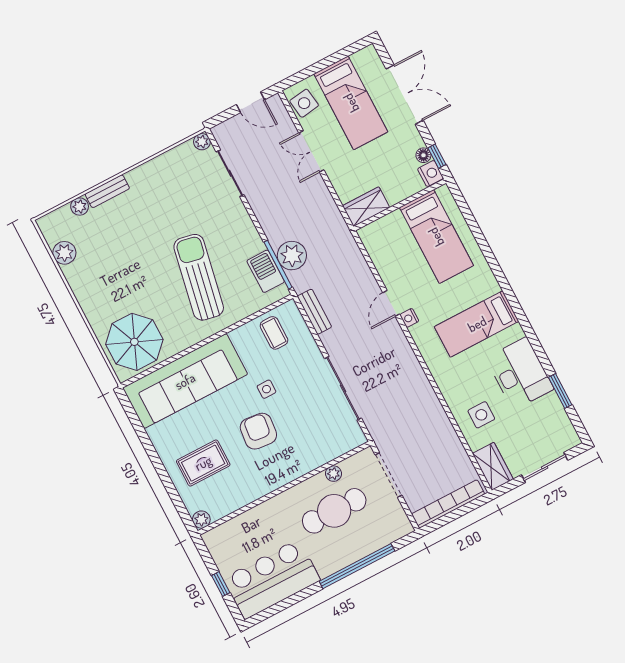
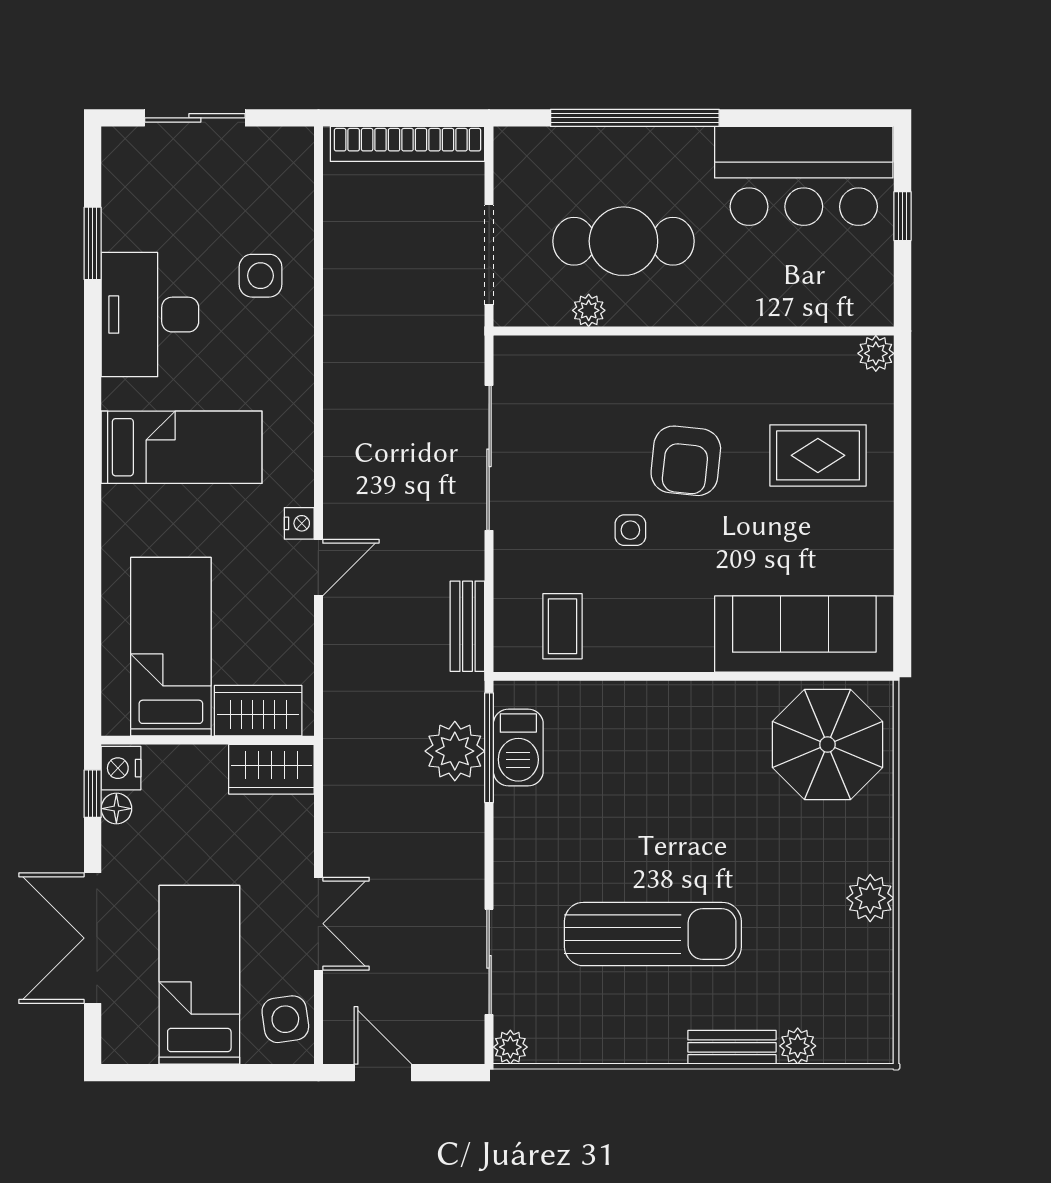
plant: (64, 253) -> (870, 898), moved
sun lounger: (199, 277) -> (653, 934), moved, turned -101
sofa: (185, 381) -> (804, 634), width x0.74, depth x0.79
wardrobe: (493, 466) -> (258, 711), moved, turned 90

